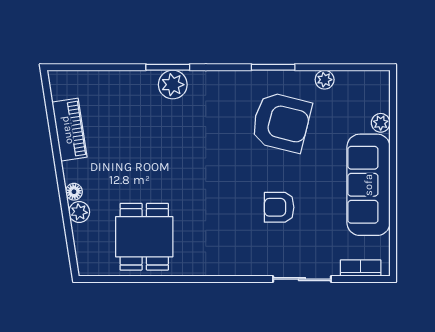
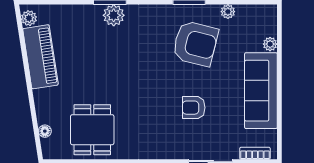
piano: (69, 130) -> (40, 57), width x1.37, depth x1.33
floor lamp: (74, 192) -> (45, 131), moved
plant: (79, 212) -> (29, 18), moved

